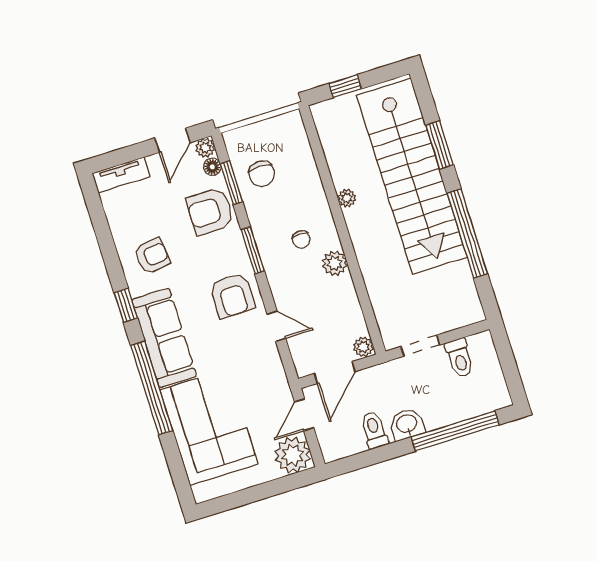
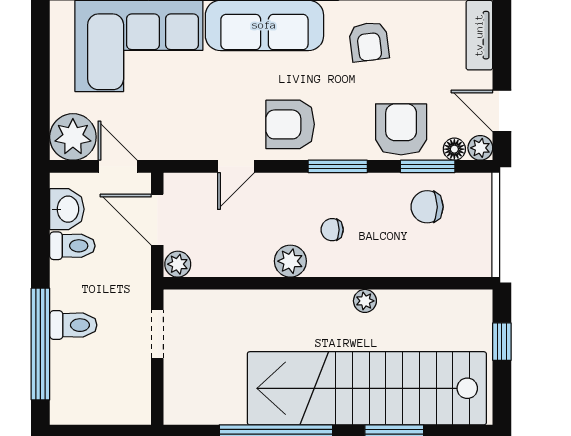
toilet: (460, 358) -> (73, 325), moved, turned 180
washbasin: (407, 424) -> (67, 209), moved

